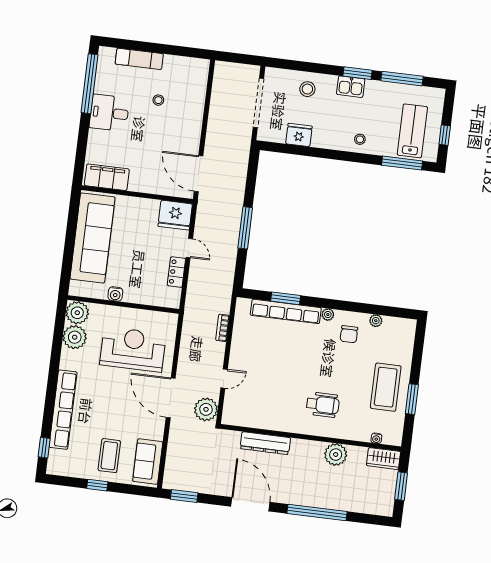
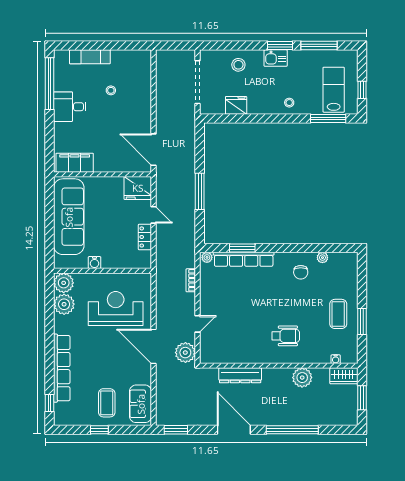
plant: (328, 315) -> (207, 257), moved
coffee table: (386, 387) -> (338, 314), width x0.73, depth x0.76

